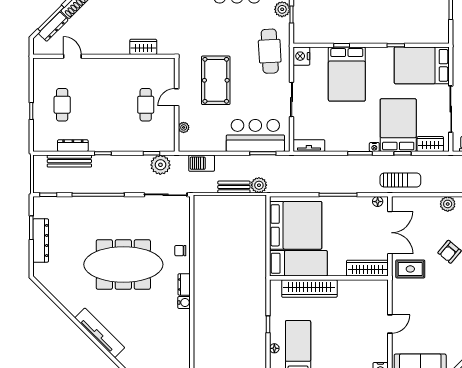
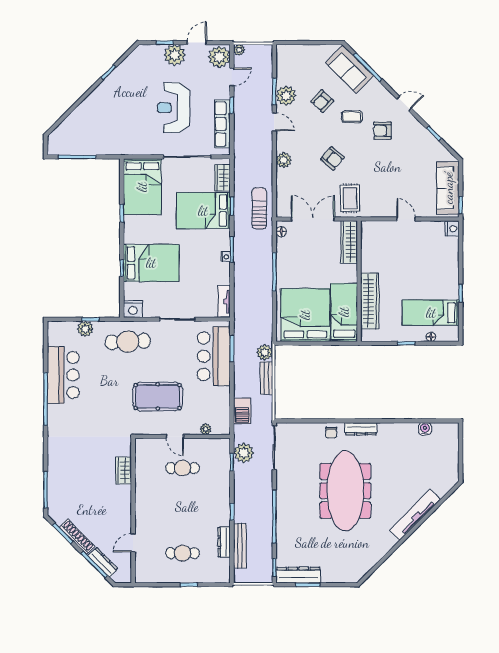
nightstand: (374, 147) -> (226, 257), moved
dresser: (41, 240) -> (298, 575), moved
dresser: (184, 284) -> (361, 429), width x1.44
water cooler: (184, 303) -> (425, 429), moved

